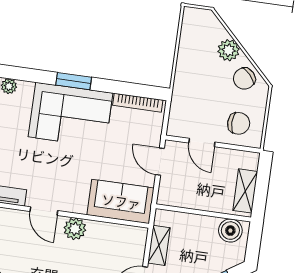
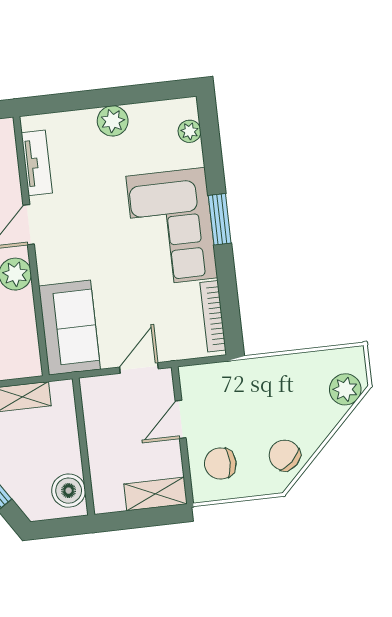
plant: (229, 50) -> (345, 389), moved
chair: (239, 123) -> (220, 464), turned 90
shelving: (245, 191) -> (156, 494), moved

